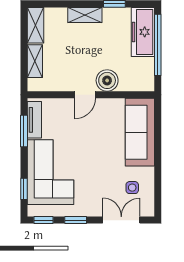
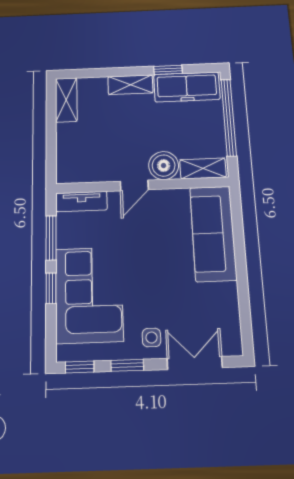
freezer: (143, 32) -> (187, 87), moved, turned -90
shelving: (35, 61) -> (203, 168), moved, turned 90
tv unit: (34, 120) -> (82, 202), moved, turned 90
side table: (132, 188) -> (151, 338), moved
window: (24, 189) -> (51, 288), moved

